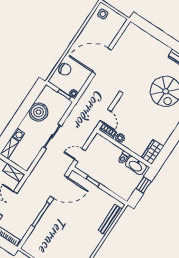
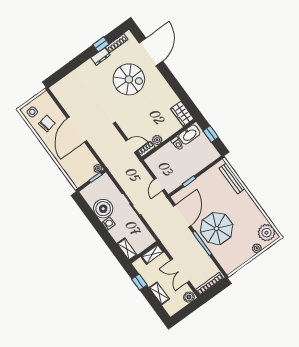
chair: (65, 69) -> (47, 124), moved
washing machine: (18, 134) -> (108, 224), moved
parasol: (59, 223) -> (217, 228), added

